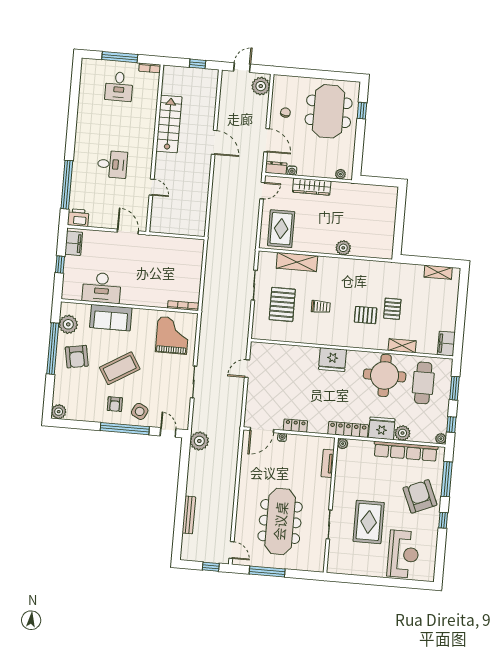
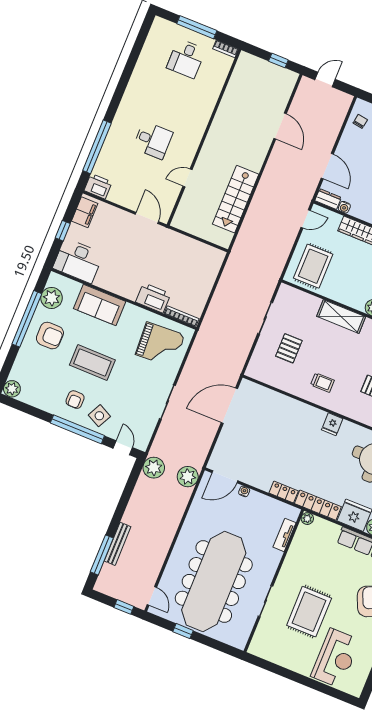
plant: (261, 86) -> (188, 477), moved
chair: (285, 113) -> (360, 121), moved
stairs: (169, 124) -> (236, 199), moved, turned 180
door: (214, 142) -> (280, 126), moved
door: (152, 187) -> (187, 178), swing flipped
shelving: (297, 262) -> (341, 317), moved
desk: (102, 288) -> (78, 261), moved
printer: (154, 298) -> (153, 298), added
pallet: (282, 304) -> (289, 348), width x0.67, depth x0.71
trolley: (321, 307) -> (322, 383), moved
grand piano: (172, 335) -> (160, 345), turned 87
armchair: (77, 357) -> (50, 336), turned -80
fridge: (333, 360) -> (332, 424), width x0.53, depth x0.75
coffee table: (120, 368) -> (92, 363), turned 31
door: (247, 369) -> (229, 406), width x1.87
locker: (295, 426) -> (284, 492), moved
meeting table: (280, 521) -> (214, 582), width x1.36, depth x1.27
window: (178, 528) -> (102, 555), added
window: (267, 572) -> (183, 631), width x0.46

